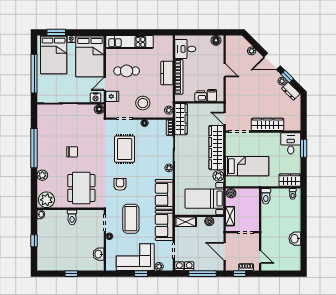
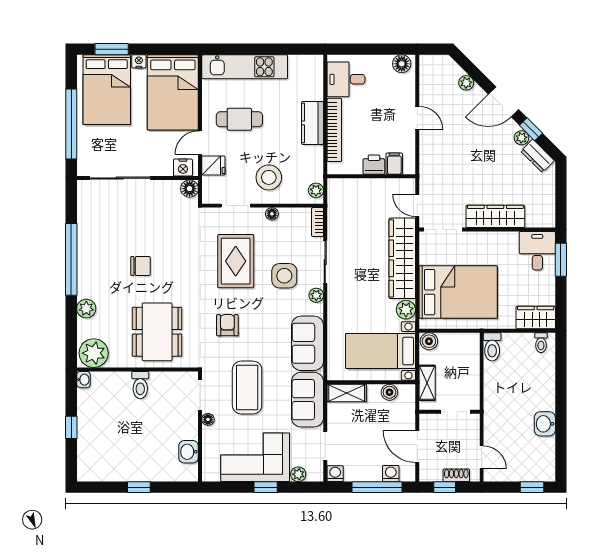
wardrobe: (181, 119) -> (338, 207), removed
side table: (151, 157) -> (284, 276), added
bed: (247, 166) -> (458, 292), width x1.50
washing machine: (189, 266) -> (391, 474), moved
window: (288, 274) -> (532, 487), added

